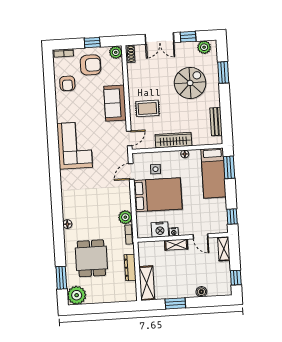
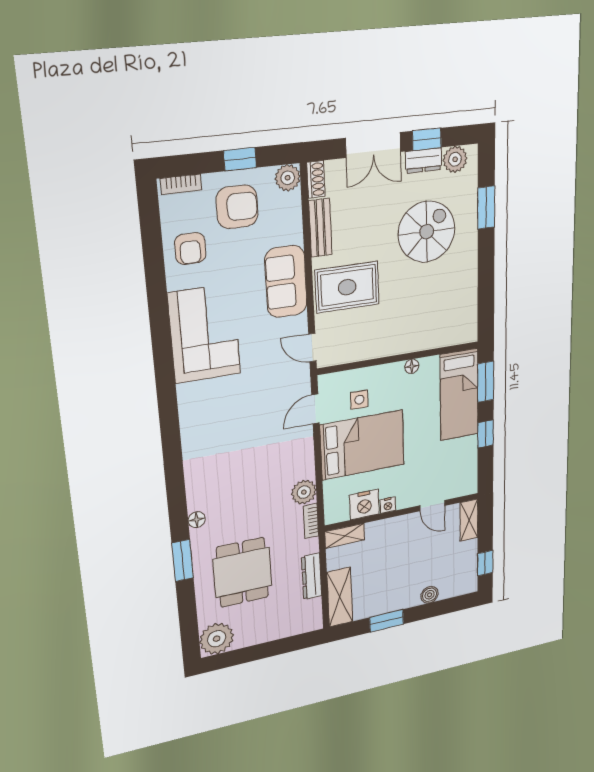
dresser: (187, 47) -> (424, 160), added
rug: (147, 108) -> (347, 287), width x1.36, depth x1.43
bench: (216, 122) -> (320, 228), moved
door: (129, 138) -> (312, 348), swing flipped
wardrobe: (173, 140) -> (393, 343), removed
corner sofa: (75, 145) -> (204, 334), moved
window: (232, 217) -> (486, 434), moved
shelving: (176, 245) -> (345, 536), moved
window: (61, 278) -> (183, 561), moved

